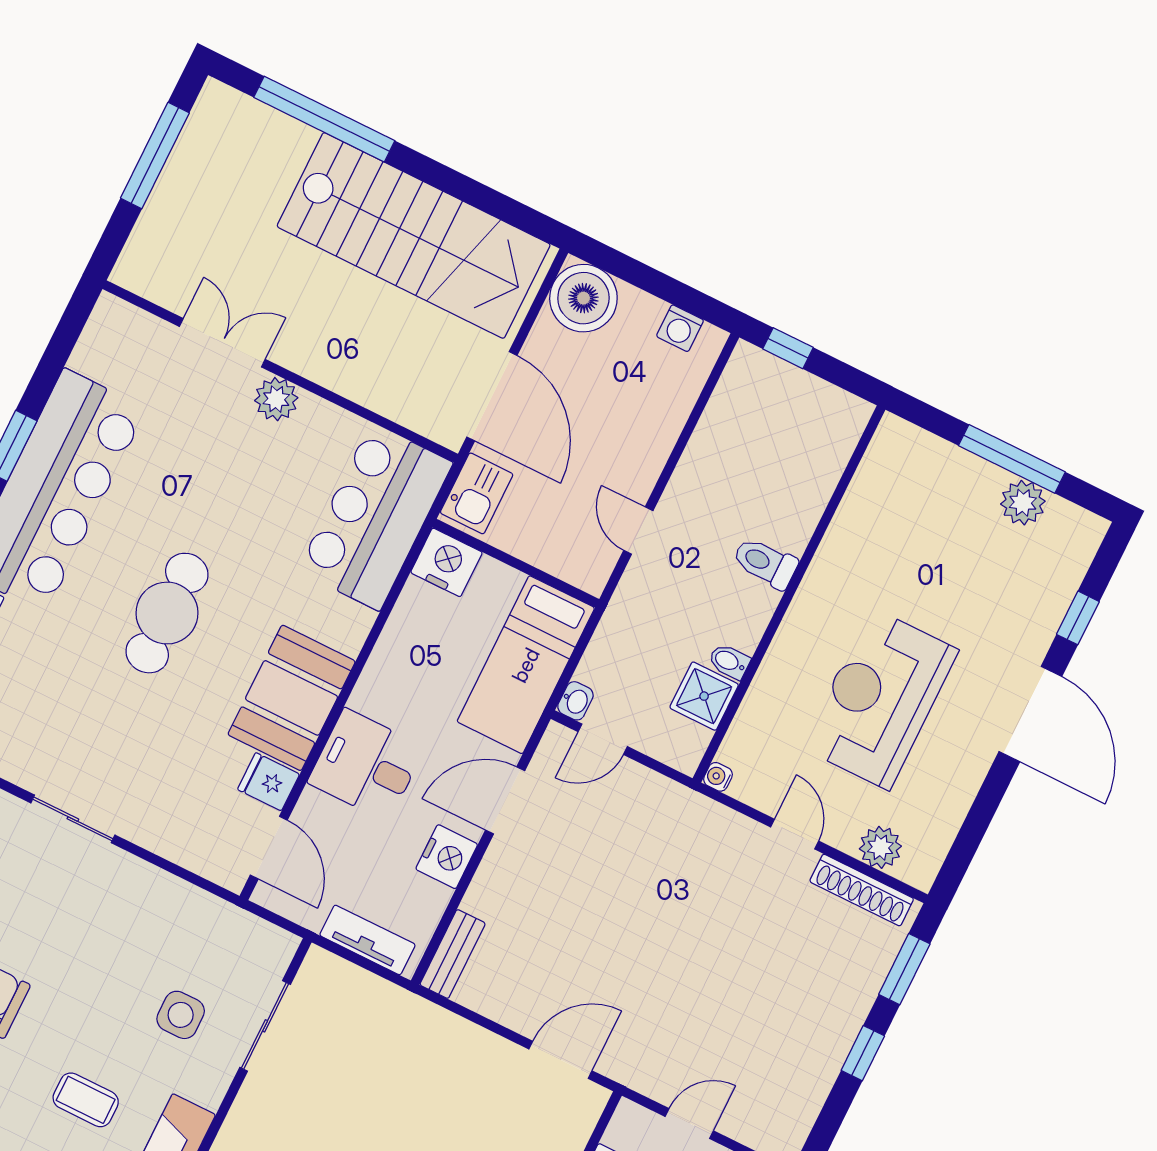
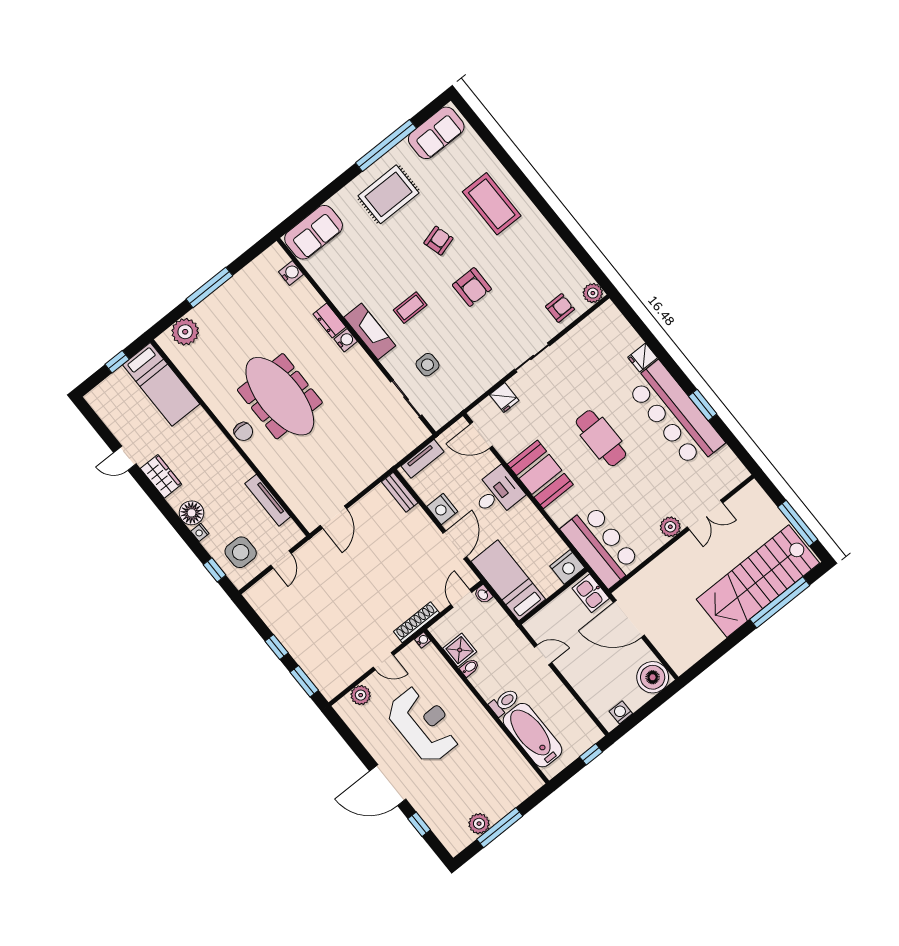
stairs: (414, 235) -> (758, 581), moved
bathtub: (803, 479) -> (532, 735), added
fridge: (268, 782) -> (504, 398), moved, turned 90
shoe rack: (862, 890) -> (416, 622), moved

